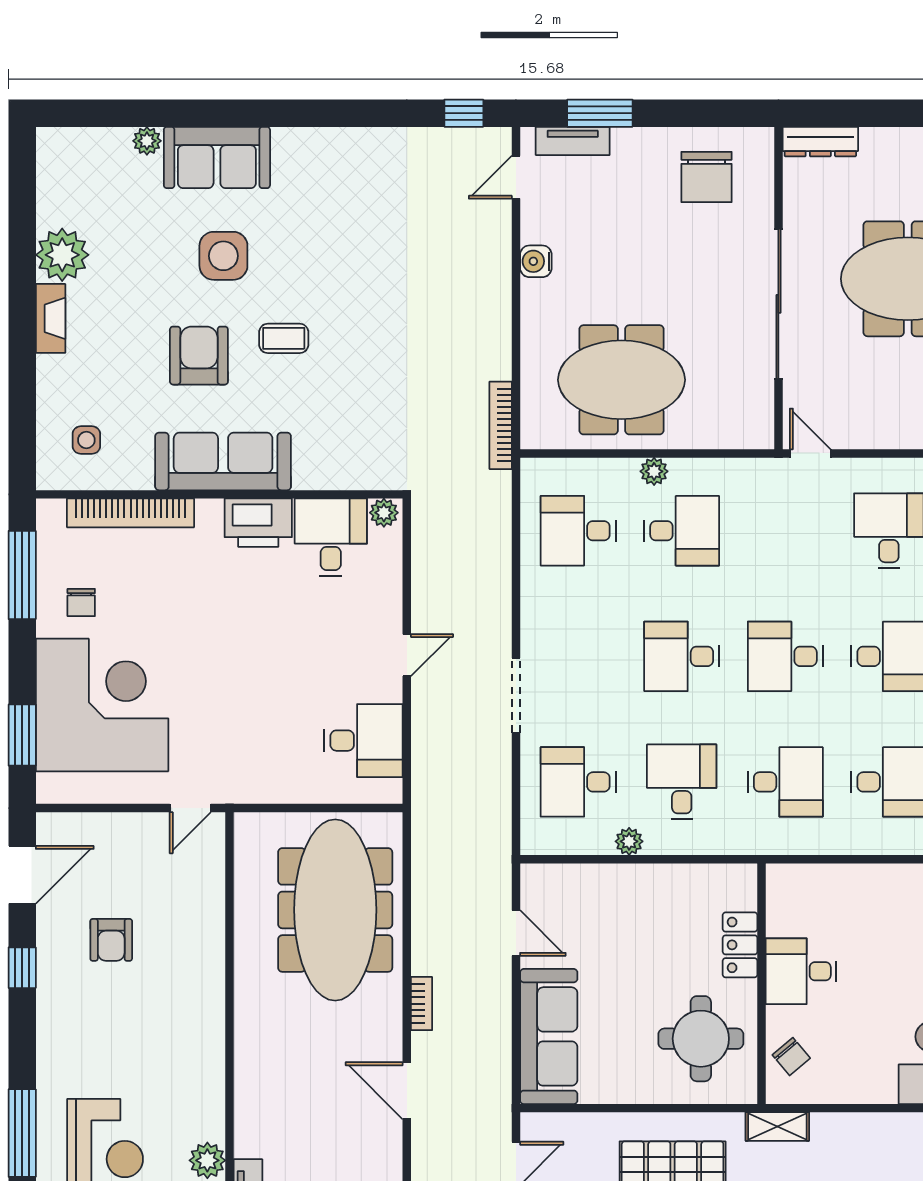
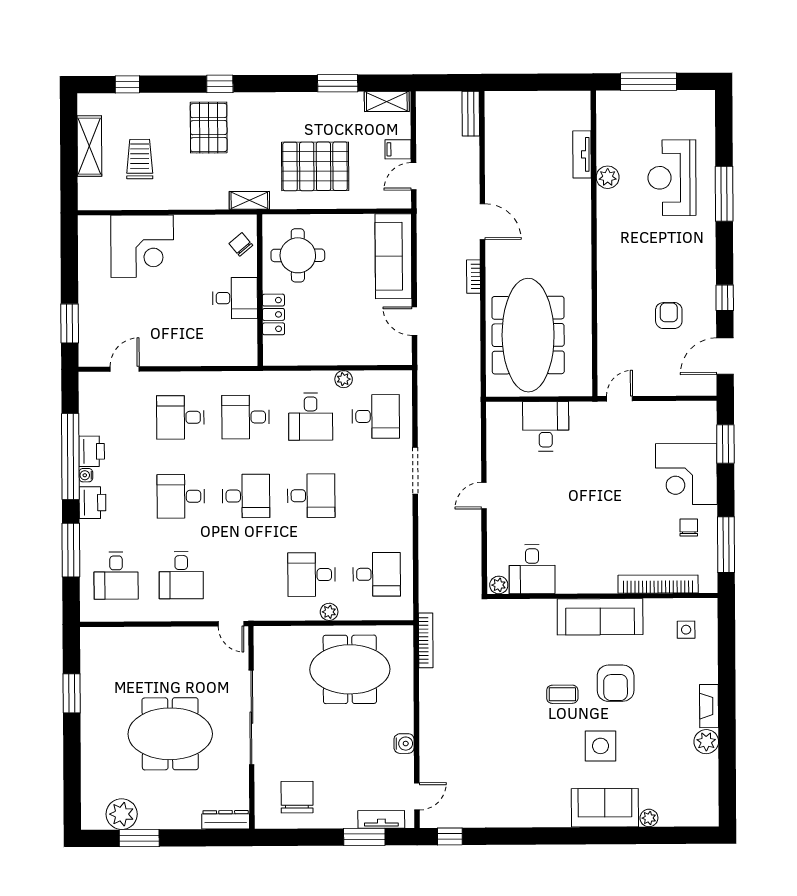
plant: (62, 255) -> (706, 742), width x0.73, depth x0.73
printer: (258, 523) -> (578, 578), removed
corner desk: (102, 705) -> (686, 474), width x0.74, depth x0.74
desk: (363, 741) -> (546, 426), moved, turned 90

